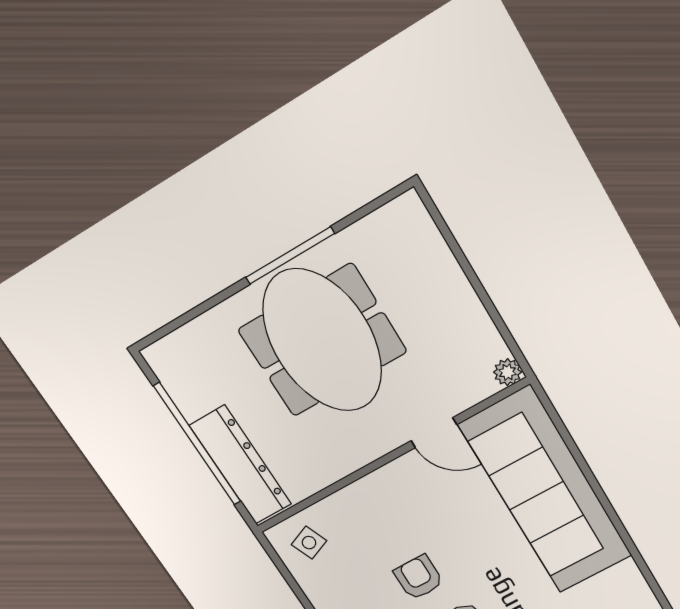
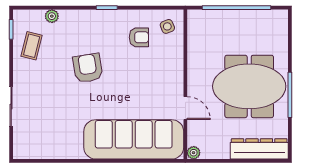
door: (434, 433) -> (185, 108), swing flipped
dresser: (241, 465) -> (259, 149), moved, turned 180
armchair: (419, 577) -> (139, 37), moved

